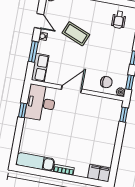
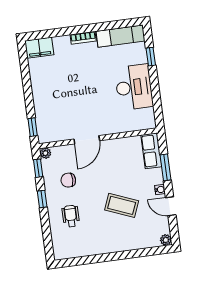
wheelchair: (119, 20) -> (71, 216), moved
chair: (106, 82) -> (68, 180), moved
door: (71, 89) -> (87, 140), moved
desk: (41, 103) -> (134, 87), moved
window: (23, 110) -> (151, 57), moved

